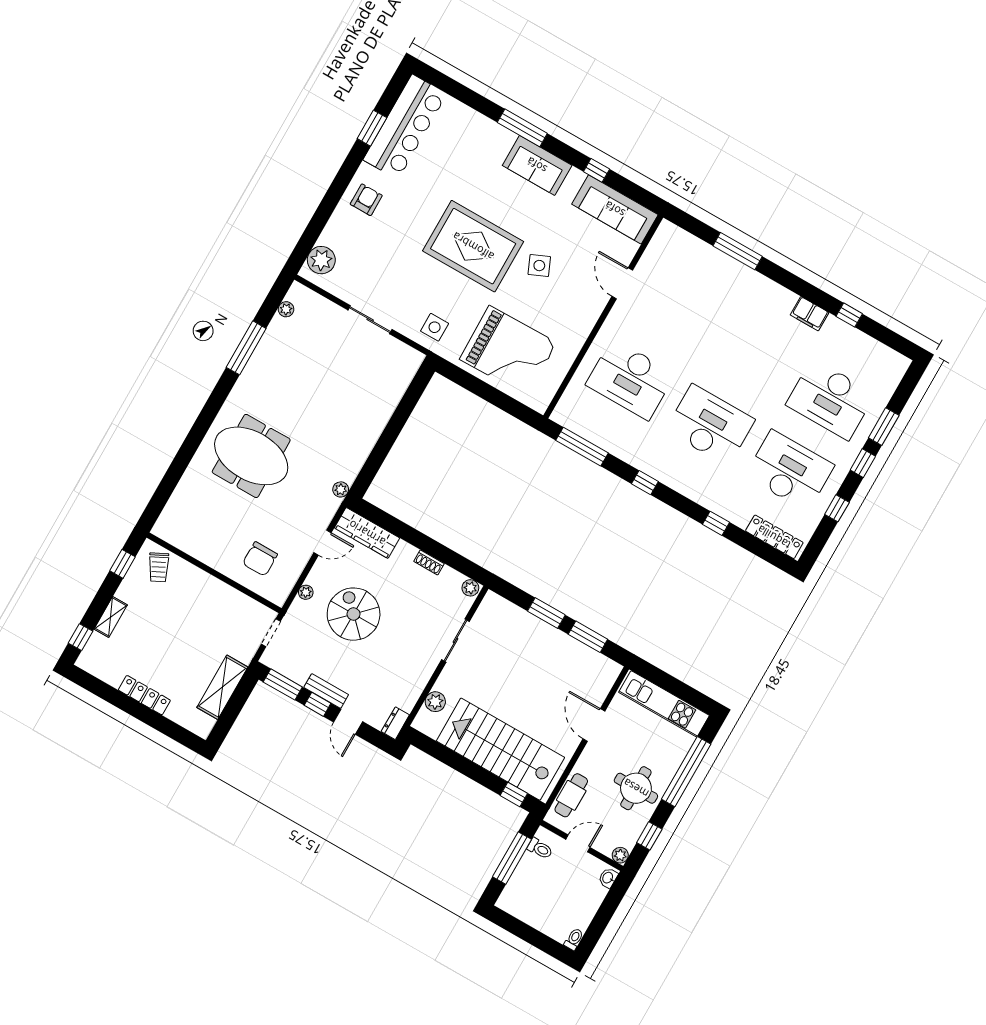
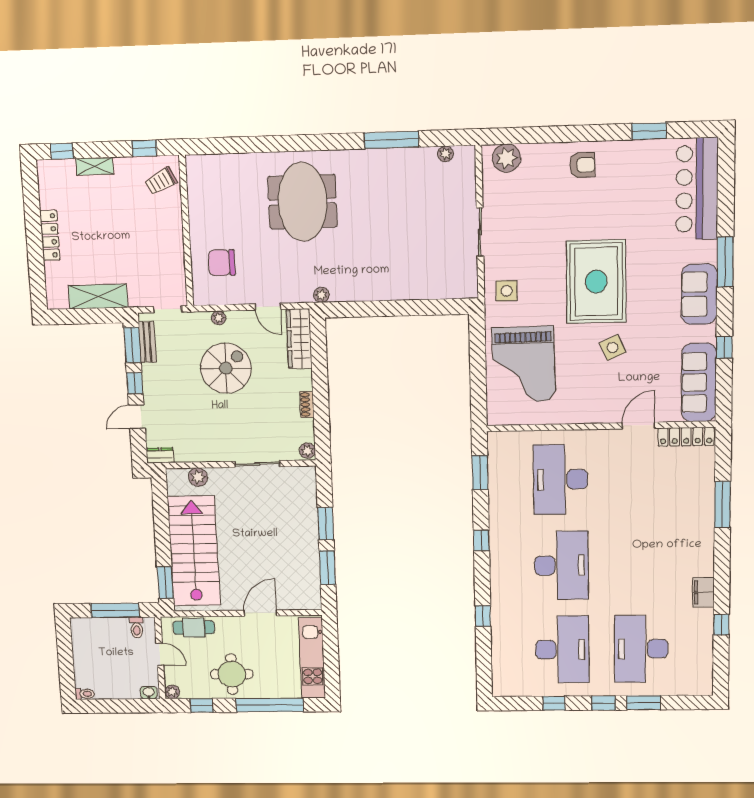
bar counter: (405, 127) -> (697, 189), moved, turned 90
window: (582, 447) -> (480, 473), width x0.69
locker: (774, 537) -> (686, 437), moved, turned 90
bench: (326, 691) -> (147, 342), moved
window: (514, 794) -> (165, 583), width x1.50

